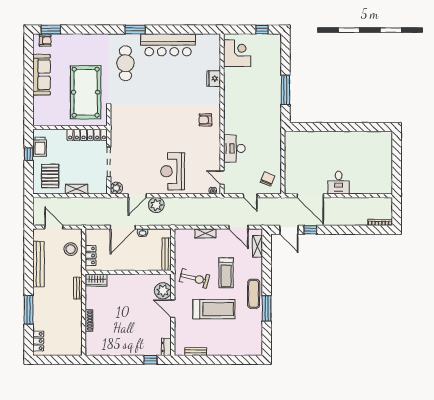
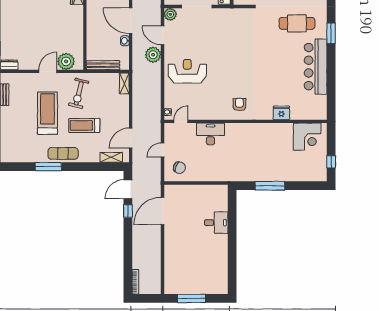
window: (397, 167) -> (191, 298), added
desk: (339, 183) -> (216, 223), moved, turned 180
shelving: (205, 233) -> (124, 84), moved
treadmill: (214, 309) -> (47, 113), turned 180

